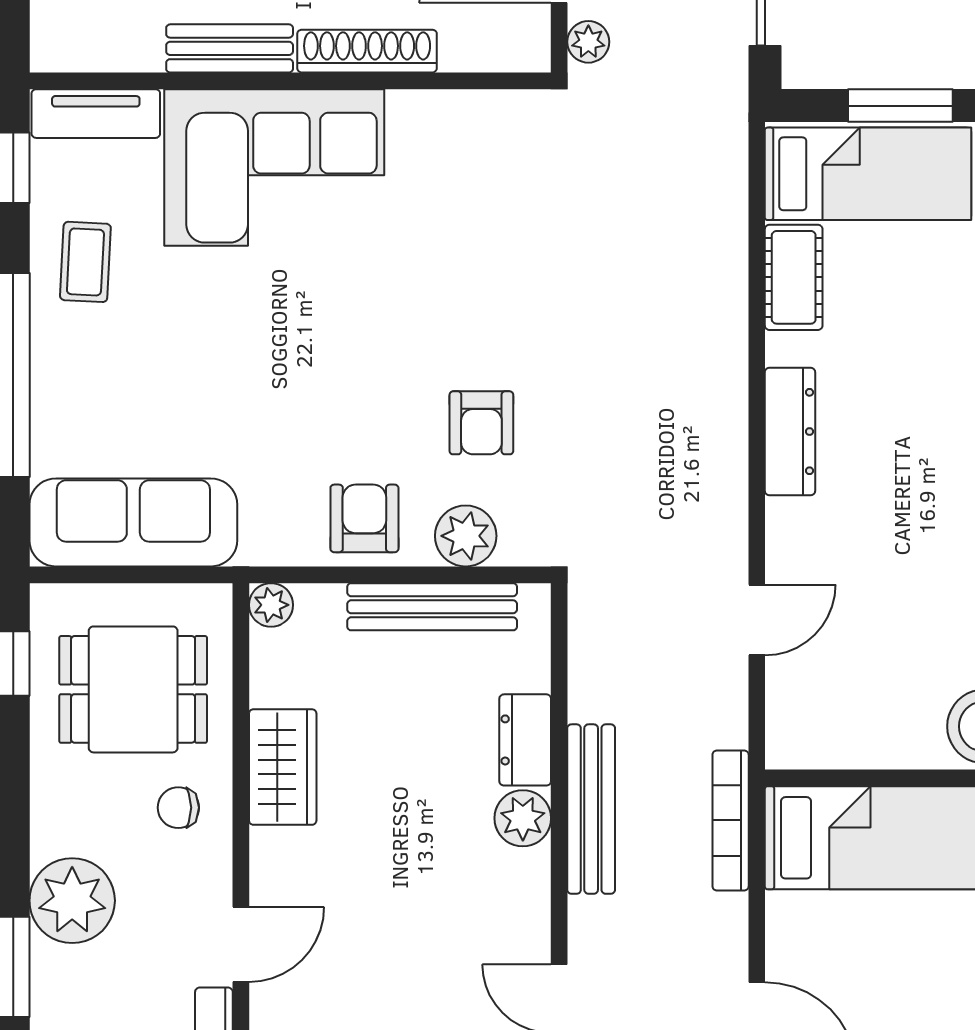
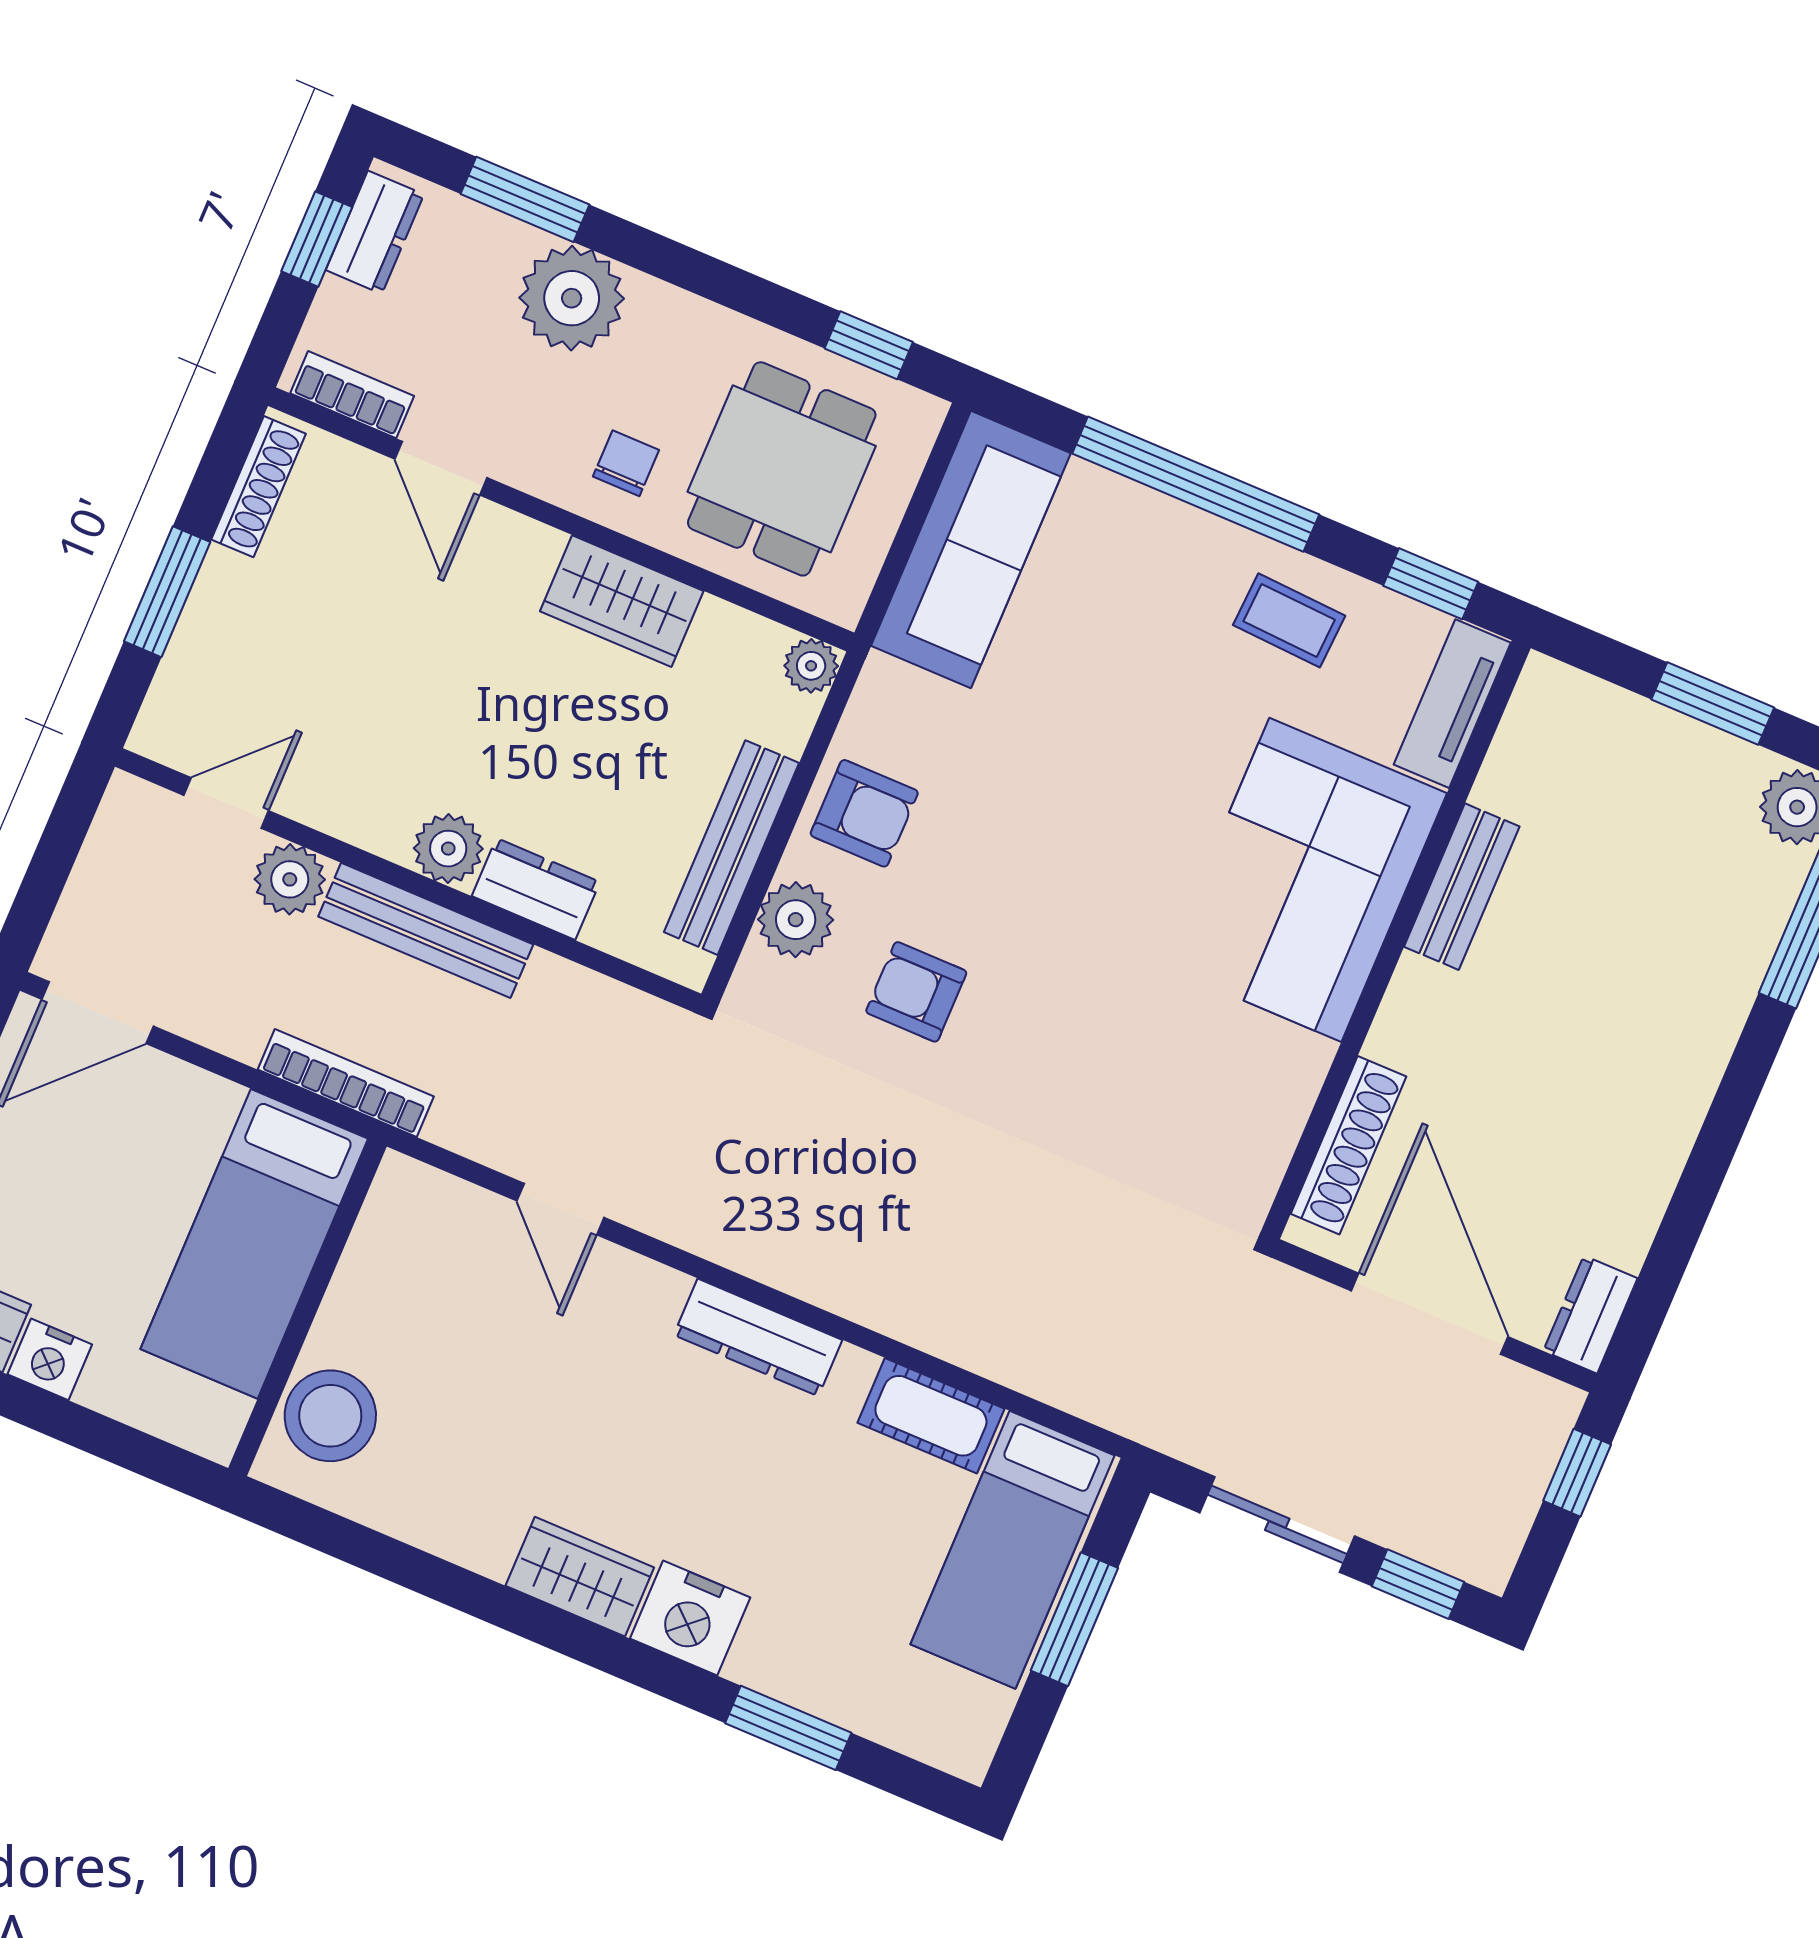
plant: (588, 42) -> (290, 879), moved, width x1.38, depth x1.38
shoe rack: (367, 51) -> (1348, 1145), moved

